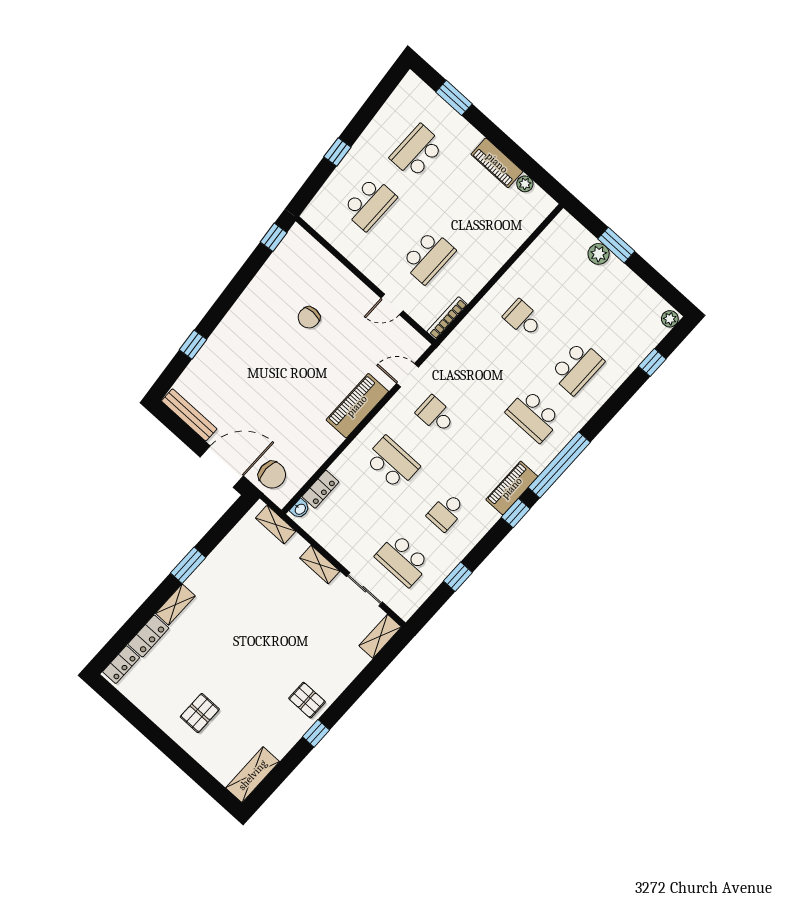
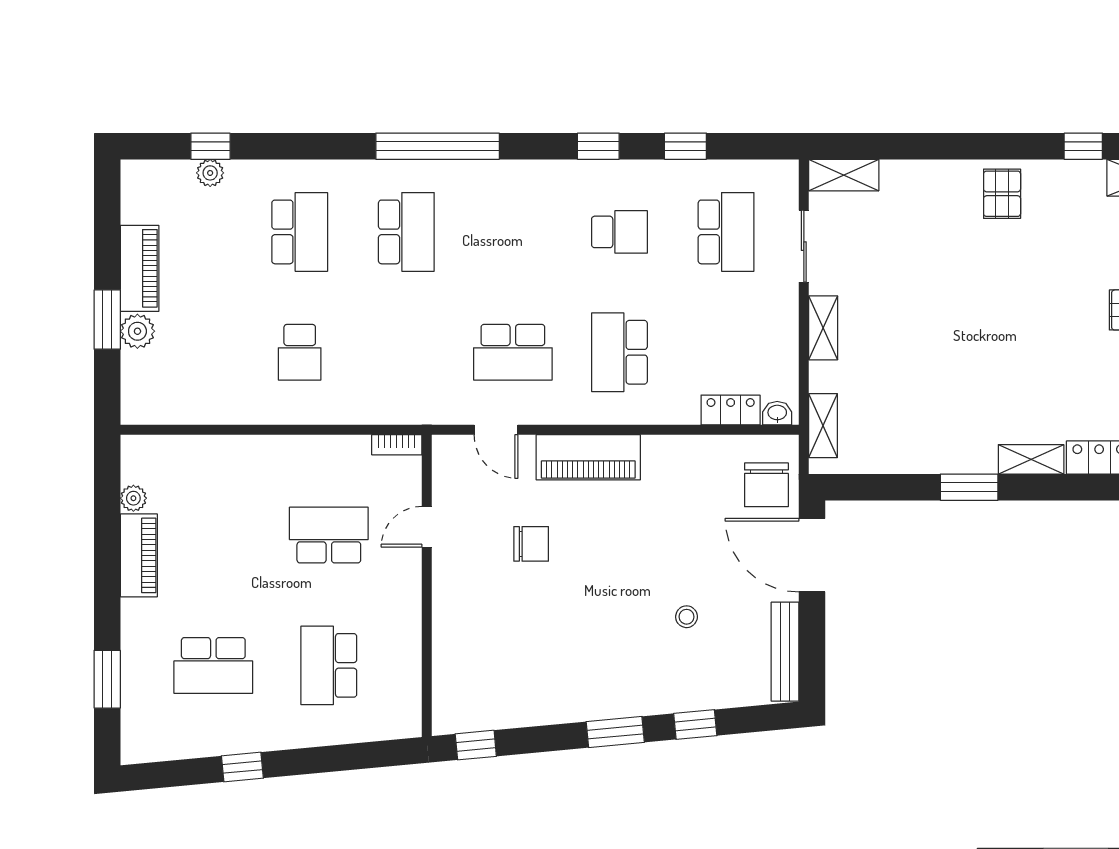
window: (337, 152) -> (242, 767), moved
school desk: (370, 204) -> (329, 665), turned -90
door: (392, 304) -> (427, 527), swing flipped
window: (222, 306) -> (615, 732), added
chair: (309, 317) -> (531, 544), moved
bookcase: (447, 318) -> (397, 445), width x0.64
plant: (670, 319) -> (210, 173), moved
school desk: (577, 368) -> (300, 232), turned 90
stool: (245, 385) -> (687, 617), added
school desk: (436, 415) -> (513, 352), width x1.85
chair: (272, 475) -> (766, 485), turned 180
piano: (512, 488) -> (140, 268), moved, turned -90
window: (516, 513) -> (598, 146), moved
window: (316, 733) -> (1083, 146), moved

